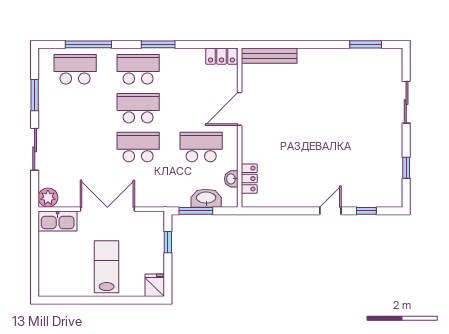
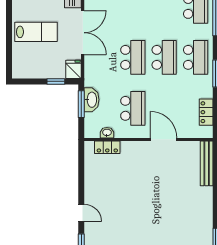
locker: (222, 56) -> (206, 112), moved
washbasin: (206, 198) -> (91, 100), moved
fridge: (155, 285) -> (74, 69), moved, turned -90

